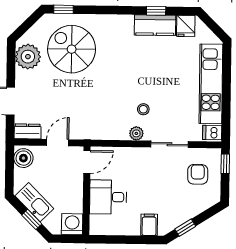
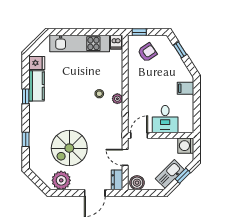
window: (63, 9) -> (26, 139), moved
window: (156, 11) -> (26, 96), moved
spiral stairs: (72, 49) -> (69, 148), moved
sliding door: (169, 144) -> (125, 74), removed
door: (87, 162) -> (139, 135), hinge flipped
armchair: (198, 174) -> (147, 52), turned 146
window: (185, 228) -> (180, 50), moved

